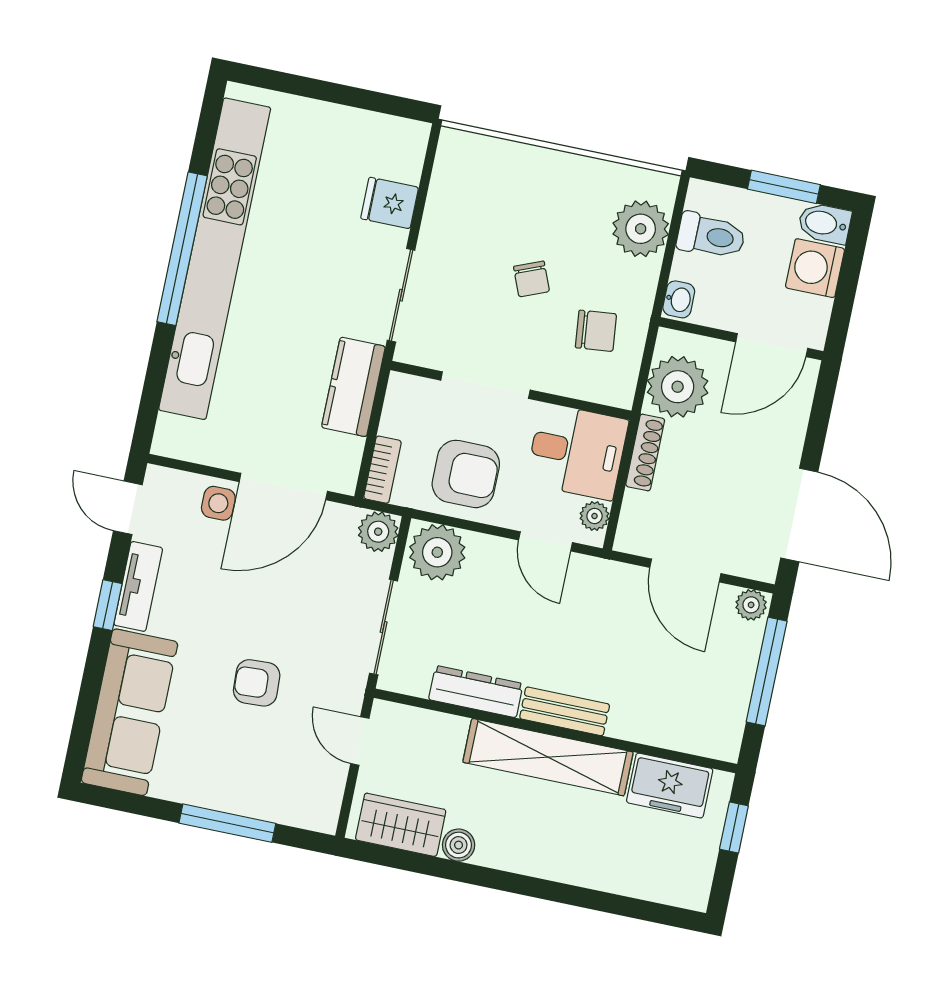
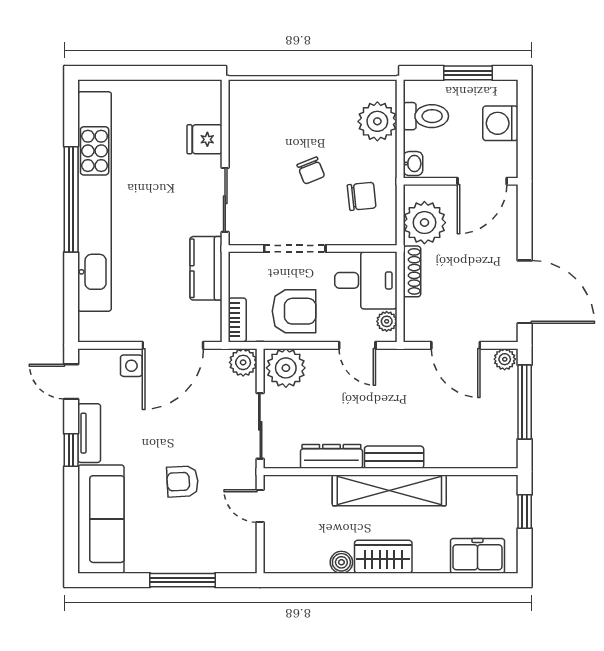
bidet: (824, 223) -> (500, 92), removed
freezer: (670, 786) -> (477, 556), moved, turned 180
wardrobe: (401, 825) -> (383, 557), moved

